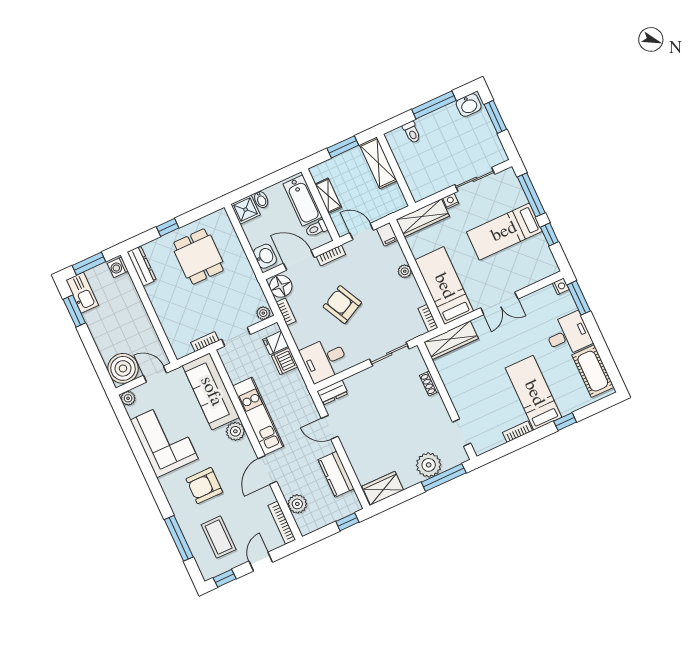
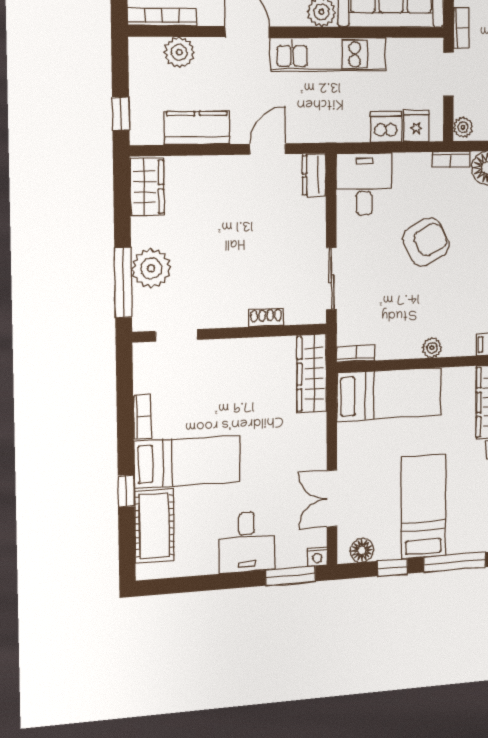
floor lamp: (546, 259) -> (362, 550), added
double door: (499, 303) -> (332, 498), moved
cot: (593, 371) -> (154, 526), moved, turned 90

